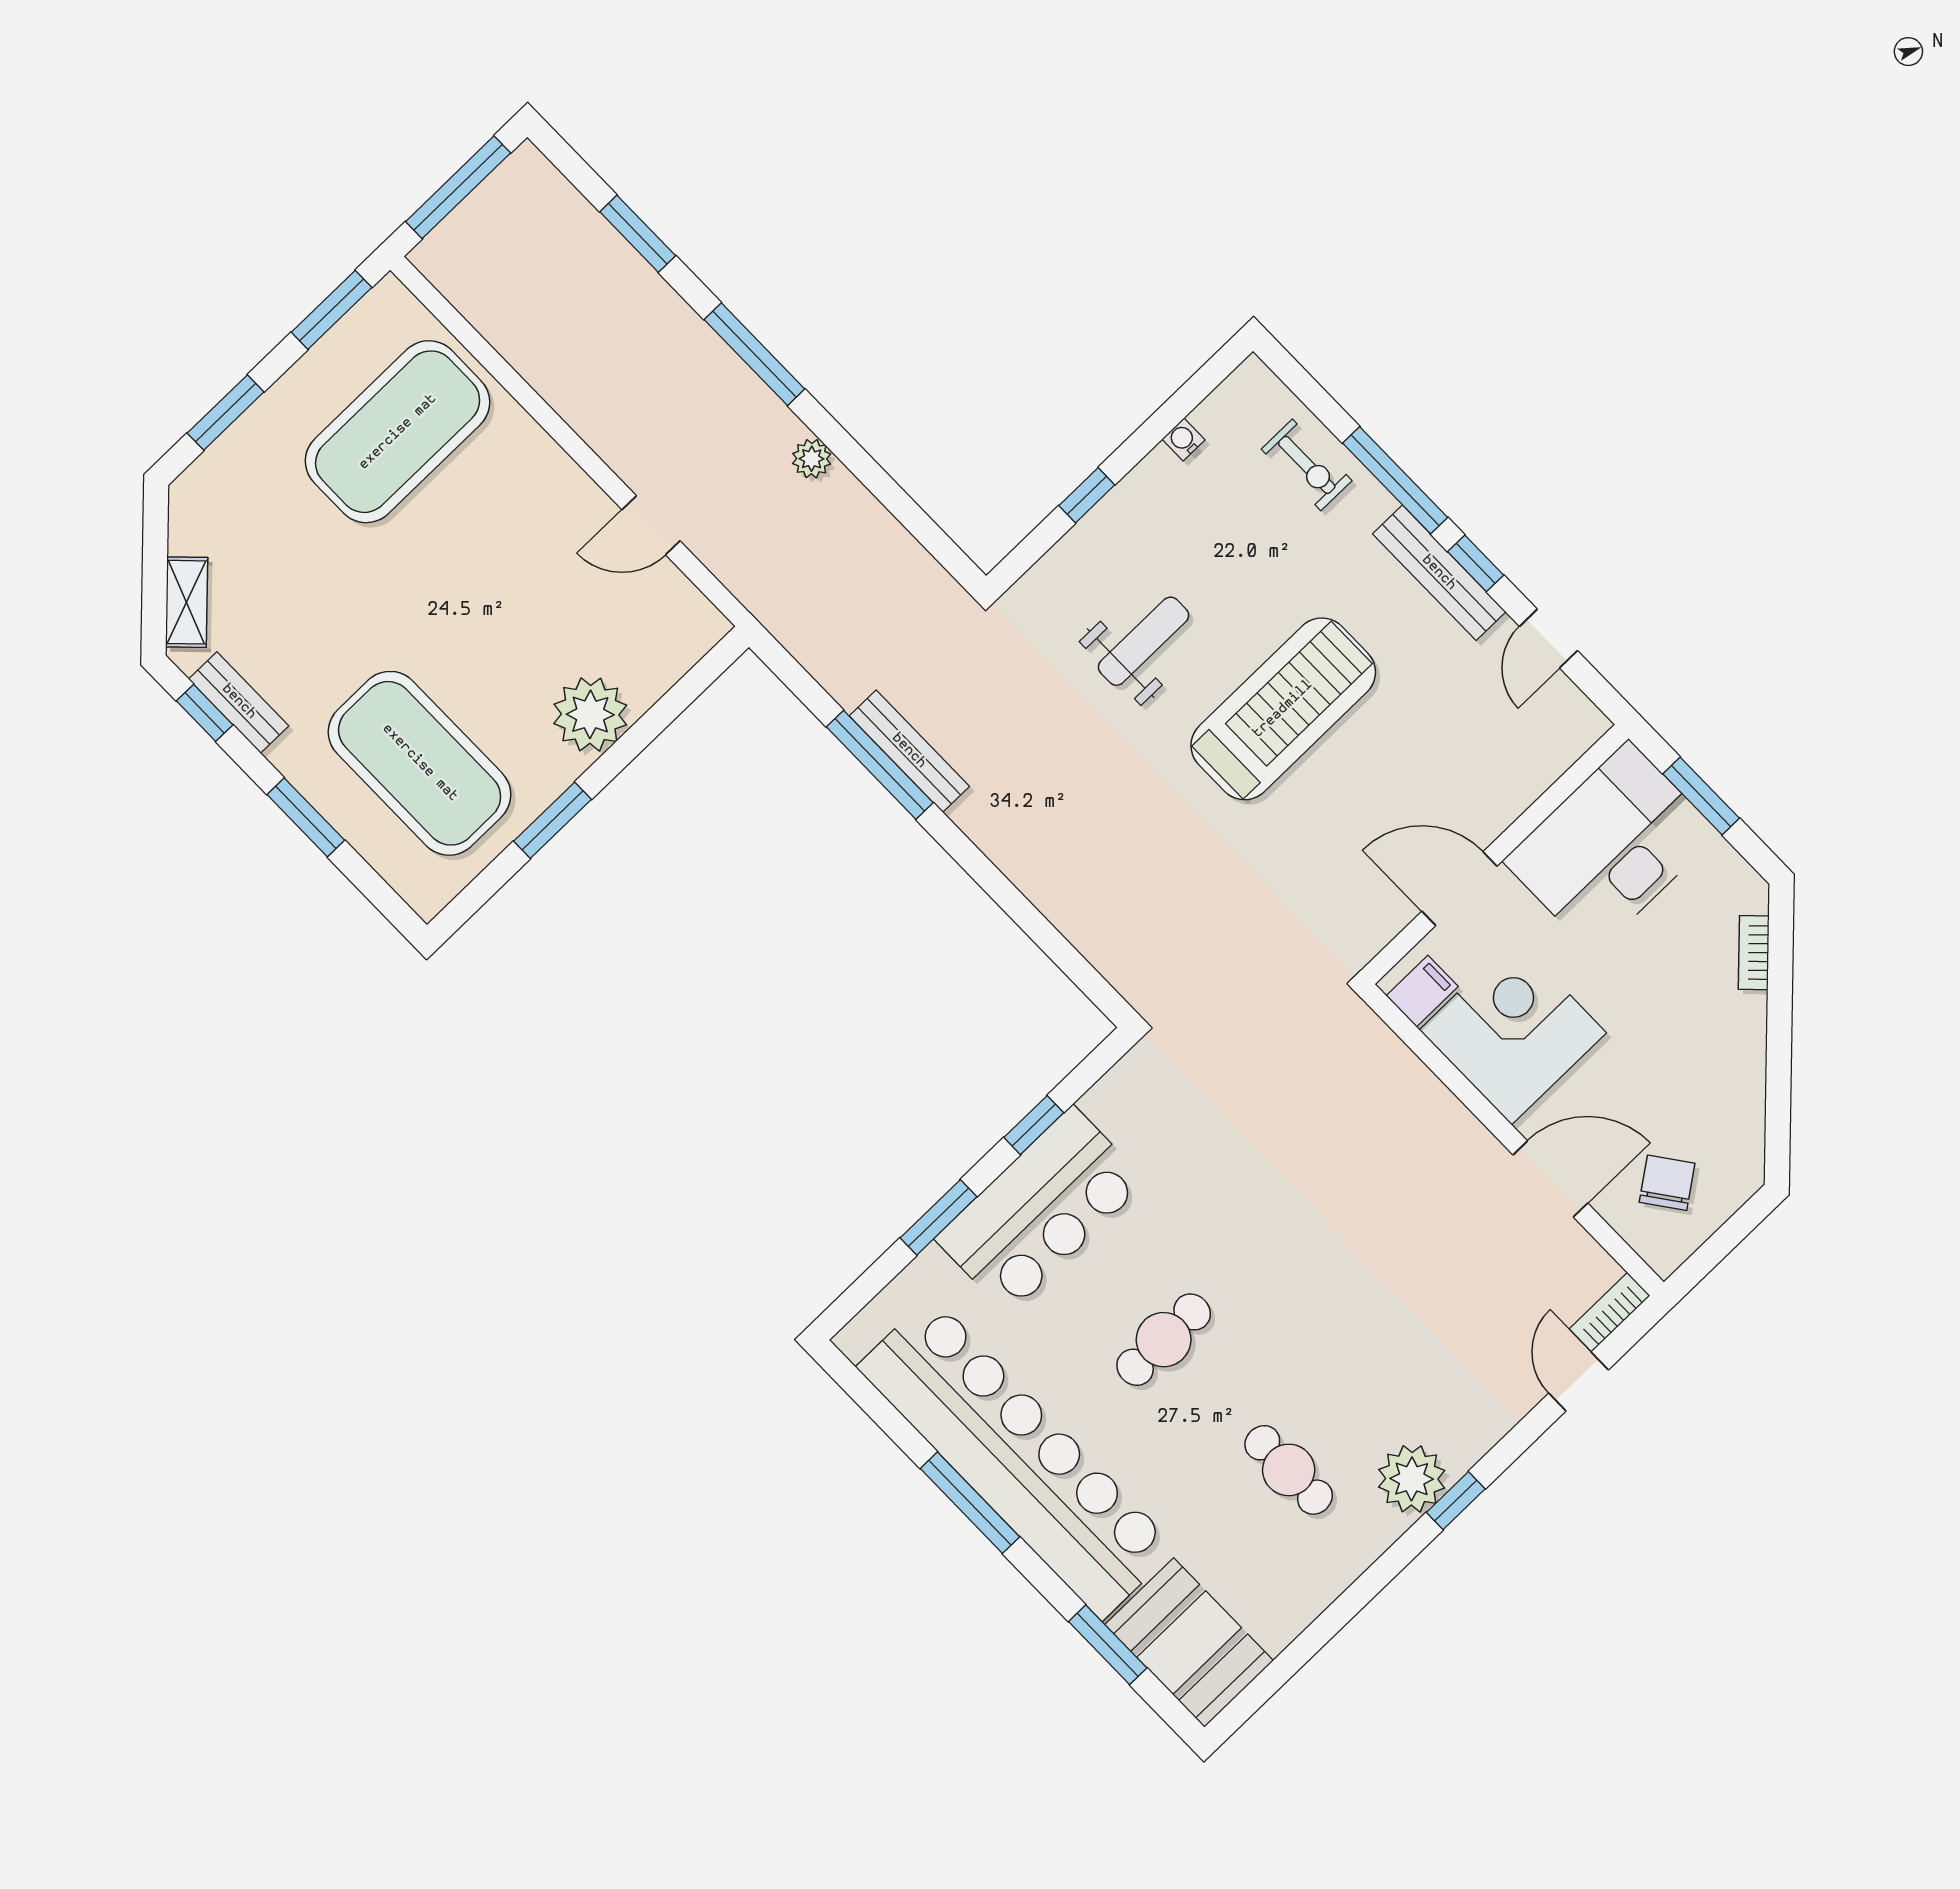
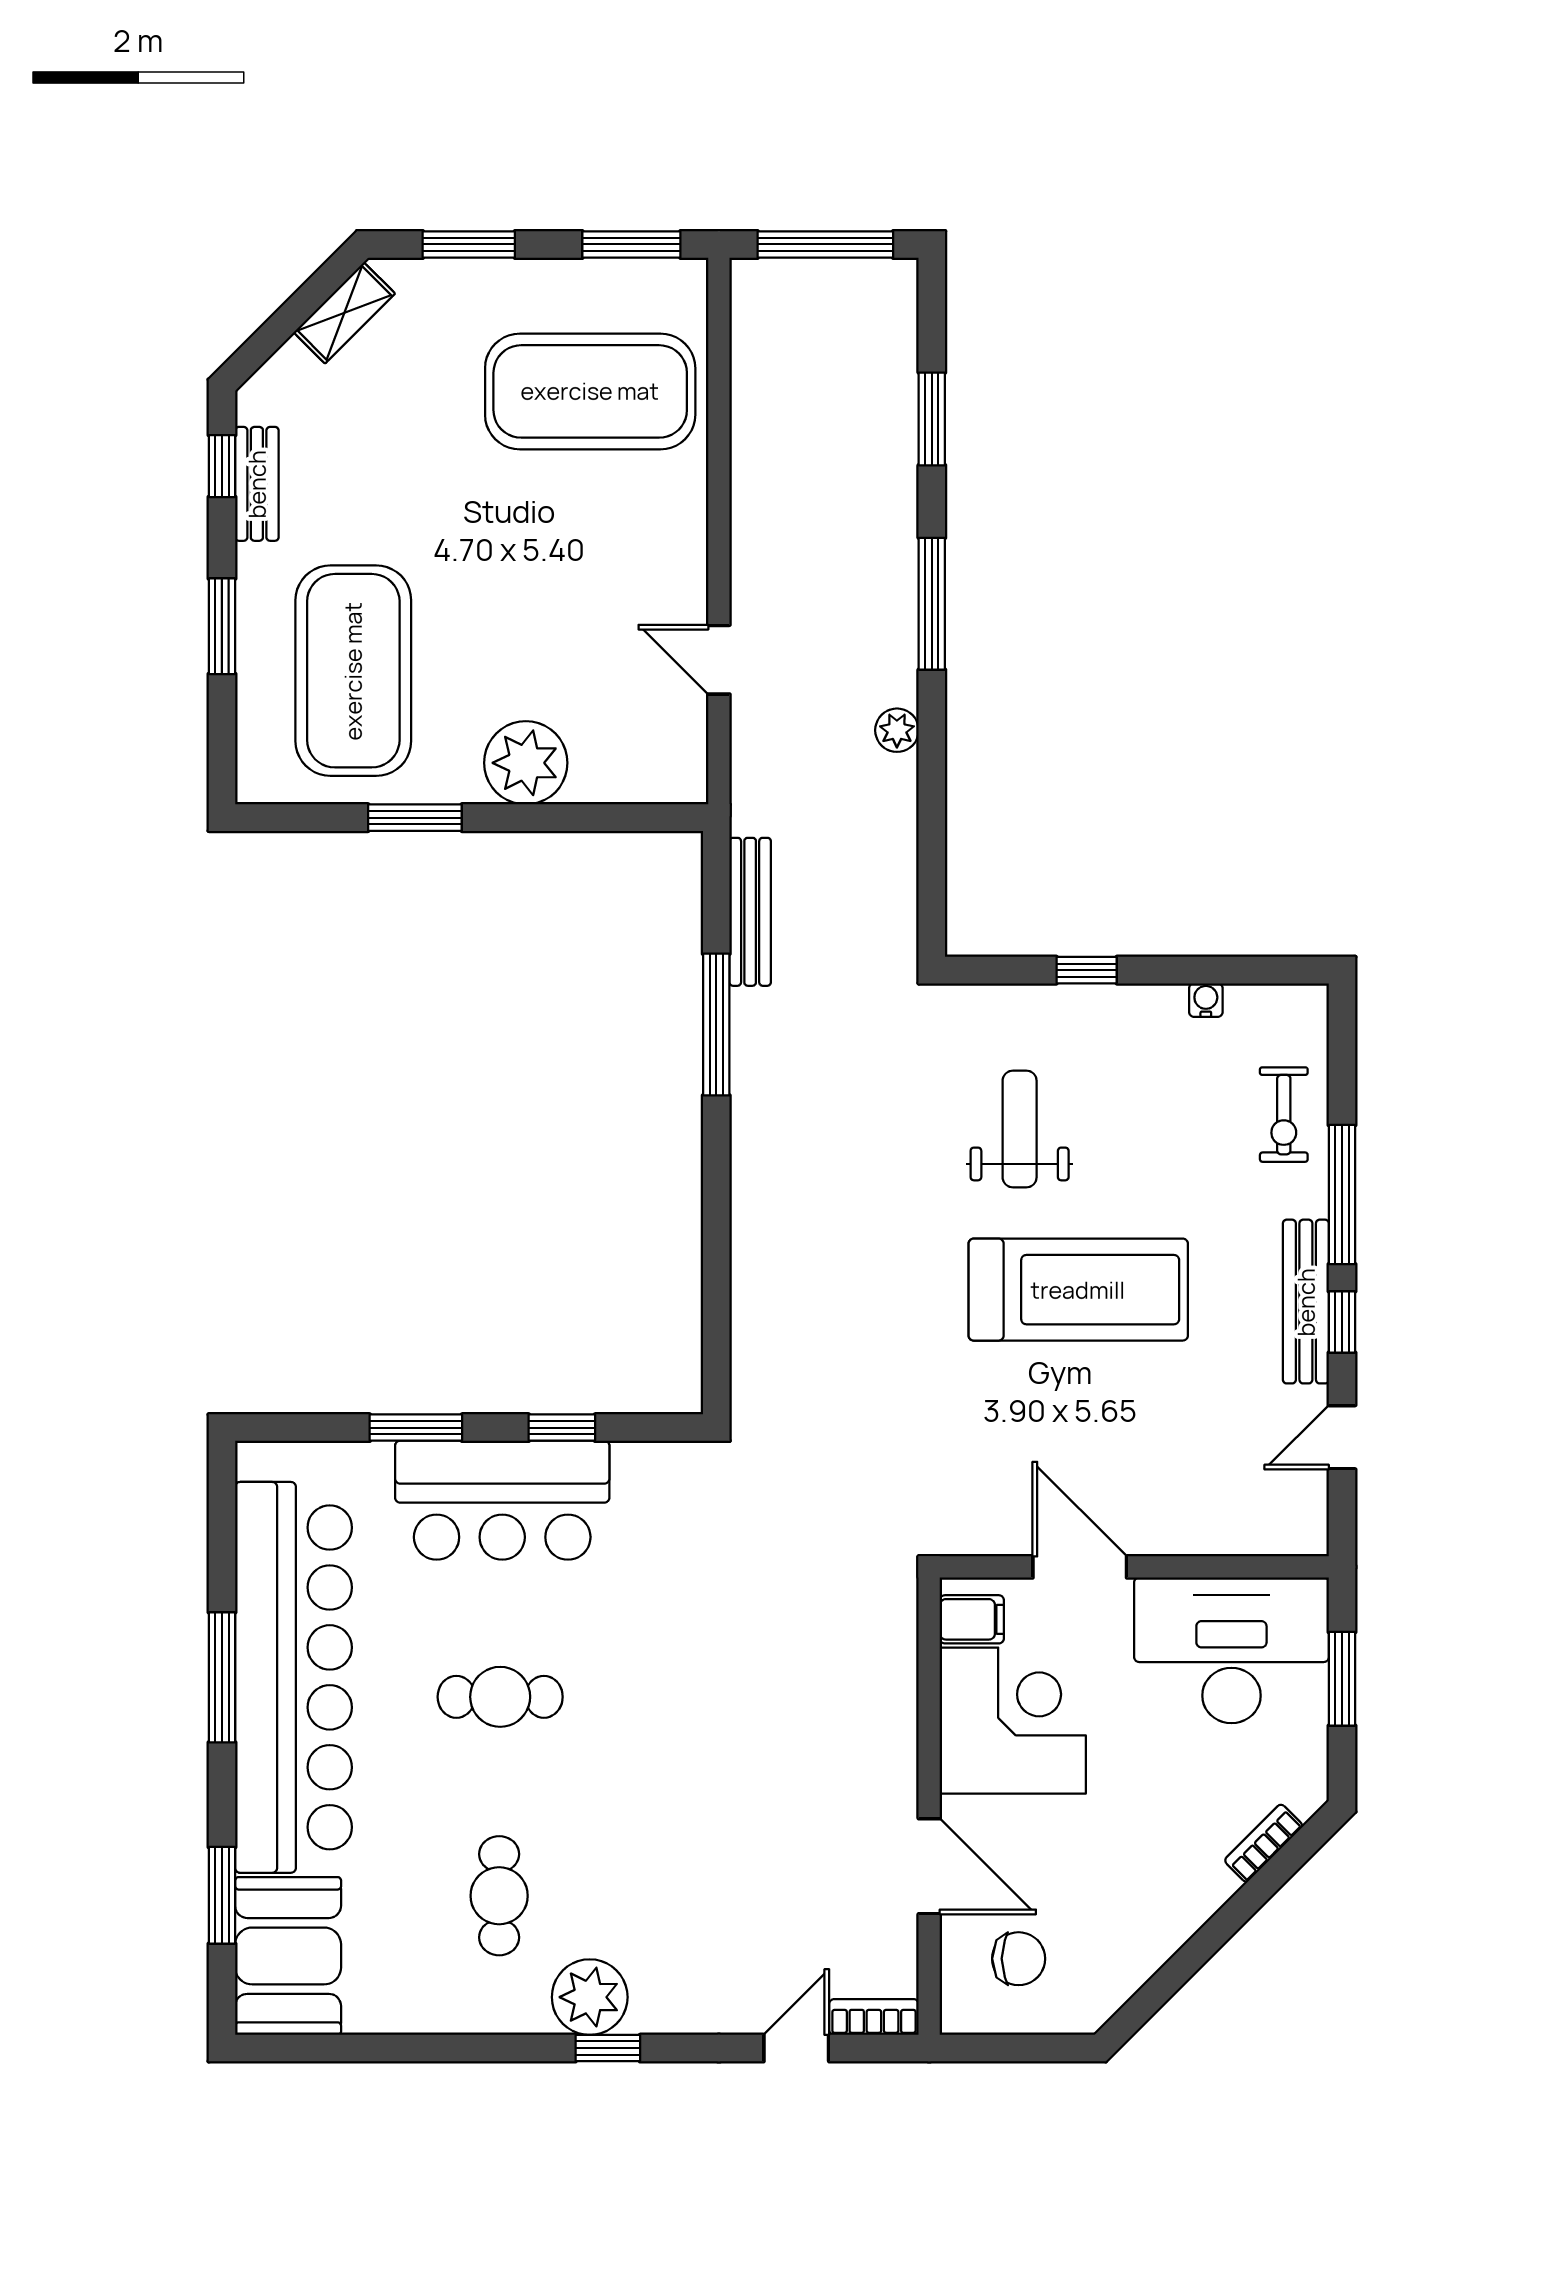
shelving: (187, 602) -> (344, 313), moved
weight bench: (1143, 641) -> (1020, 1129), turned -90
bench: (909, 751) -> (750, 912), moved
chair: (1667, 1183) -> (1019, 1959), turned 36

